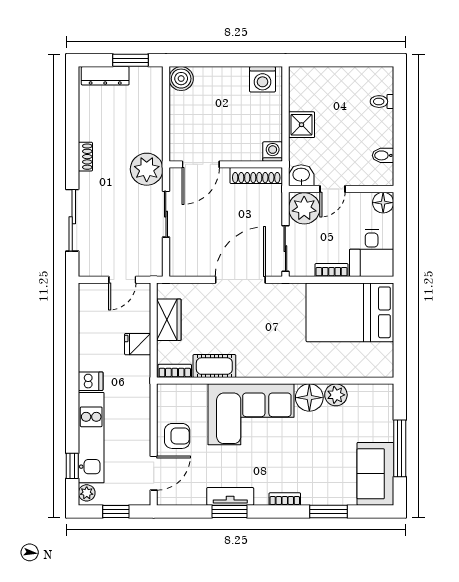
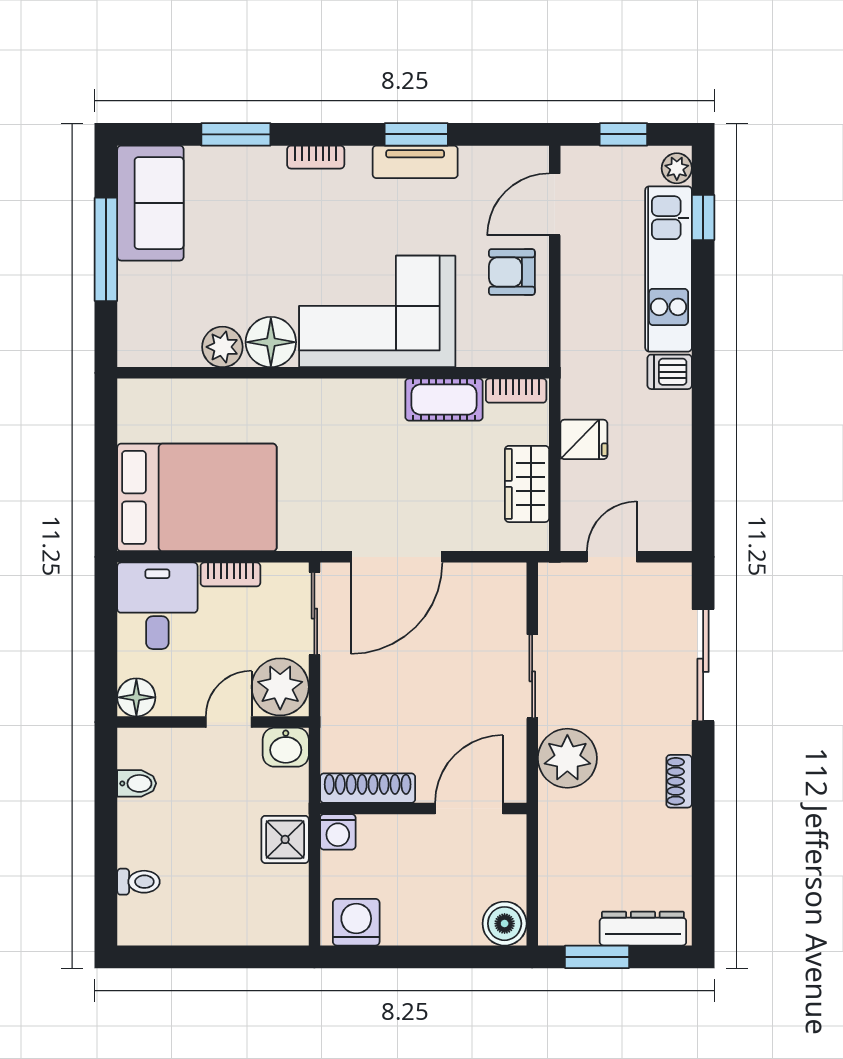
washing machine: (273, 151) -> (338, 832), moved
door: (201, 164) -> (469, 808), moved
wall: (226, 164) -> (423, 808), moved
shoe rack: (256, 175) -> (368, 788), moved

